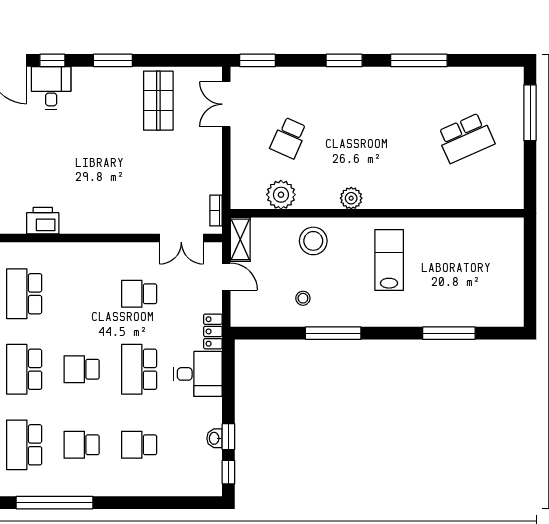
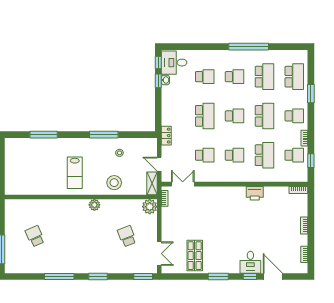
school desk: (289, 138) -> (127, 236), turned -45
school desk: (466, 138) -> (35, 236), width x0.54
plant: (281, 195) -> (150, 207), moved
school desk: (82, 294) -> (235, 155), added
desk: (198, 374) -> (174, 63), moved

